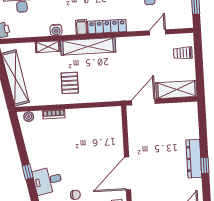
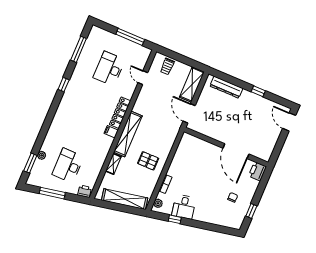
water cooler: (56, 30) -> (104, 152), removed
dresser: (194, 159) -> (226, 87), moved
window: (28, 172) -> (175, 219), moved
desk: (47, 180) -> (184, 207), moved

